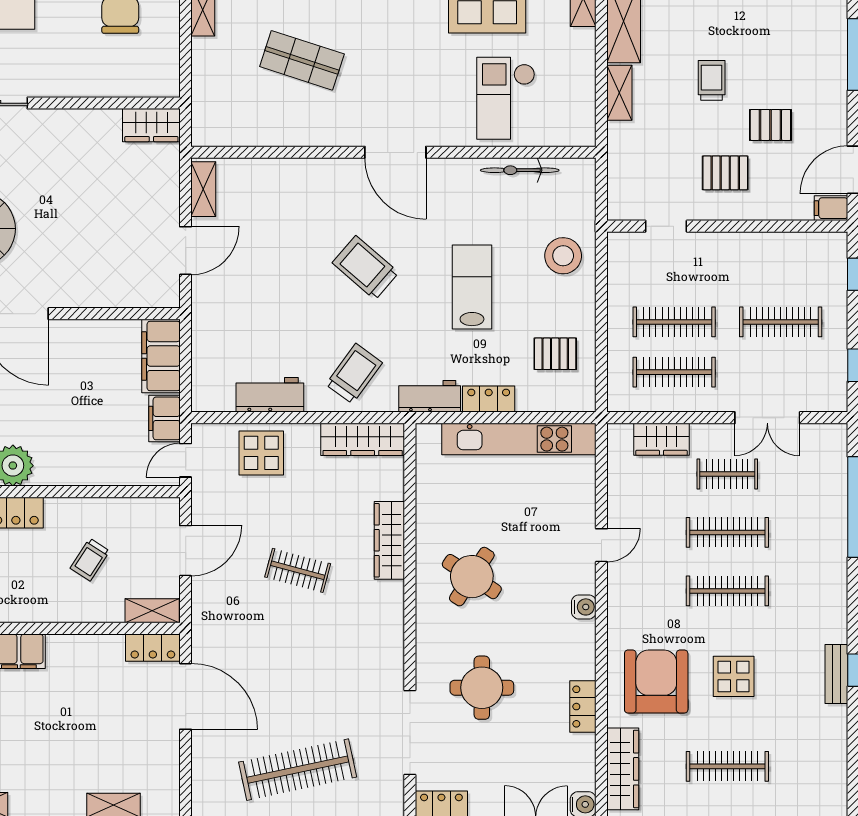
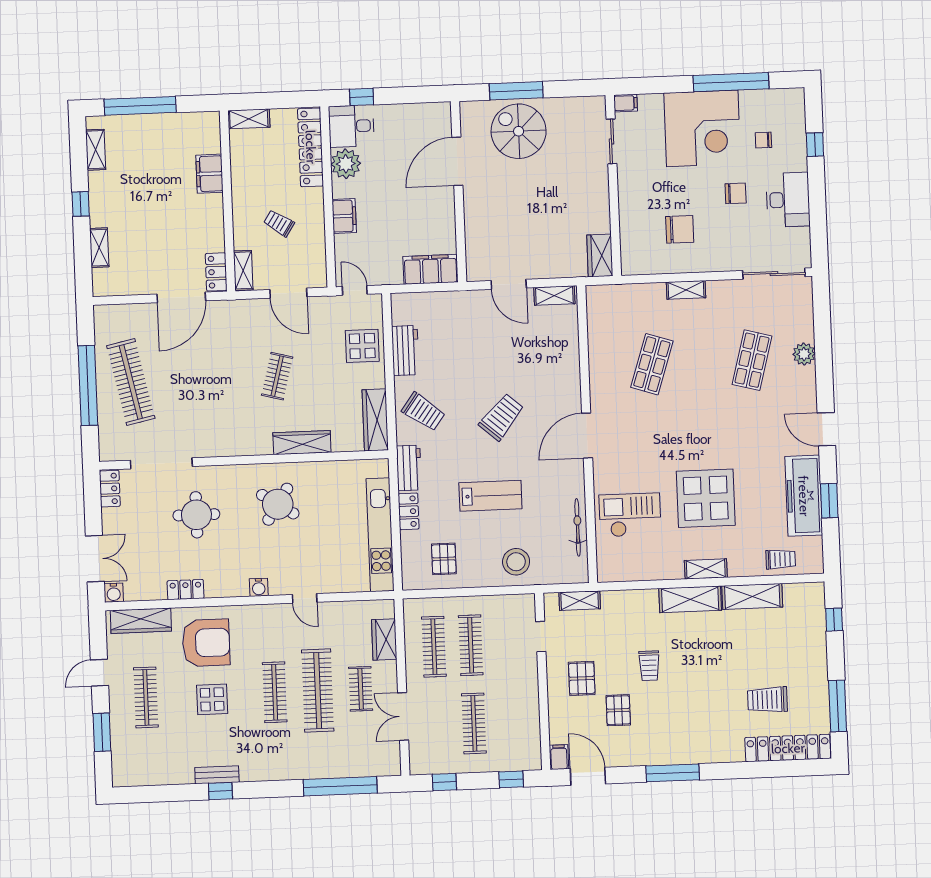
trolley: (712, 80) -> (649, 666), turned 90
shelving: (619, 93) -> (580, 601), moved
filing cabinet: (164, 418) -> (344, 216), moved, turned 90
clothes rail: (727, 532) -> (318, 691), width x1.37, depth x1.31

